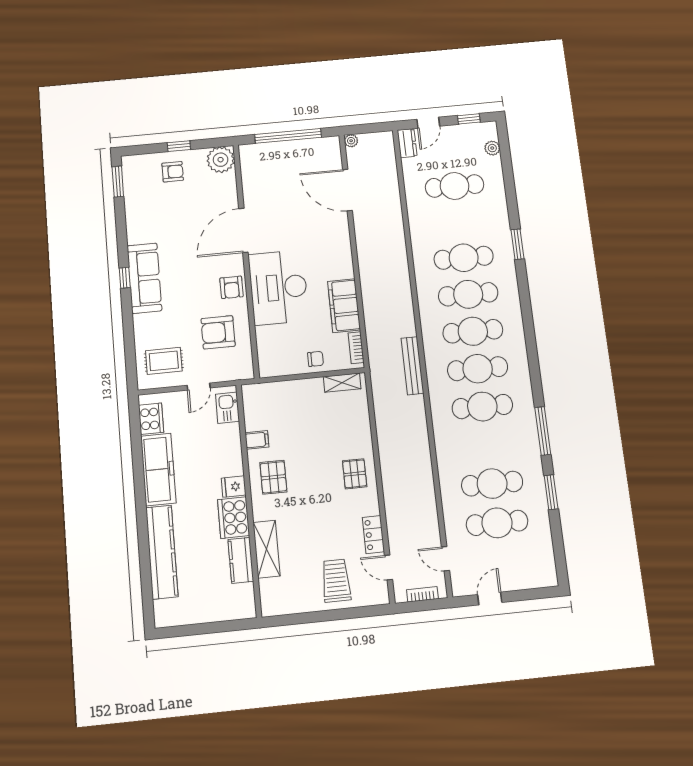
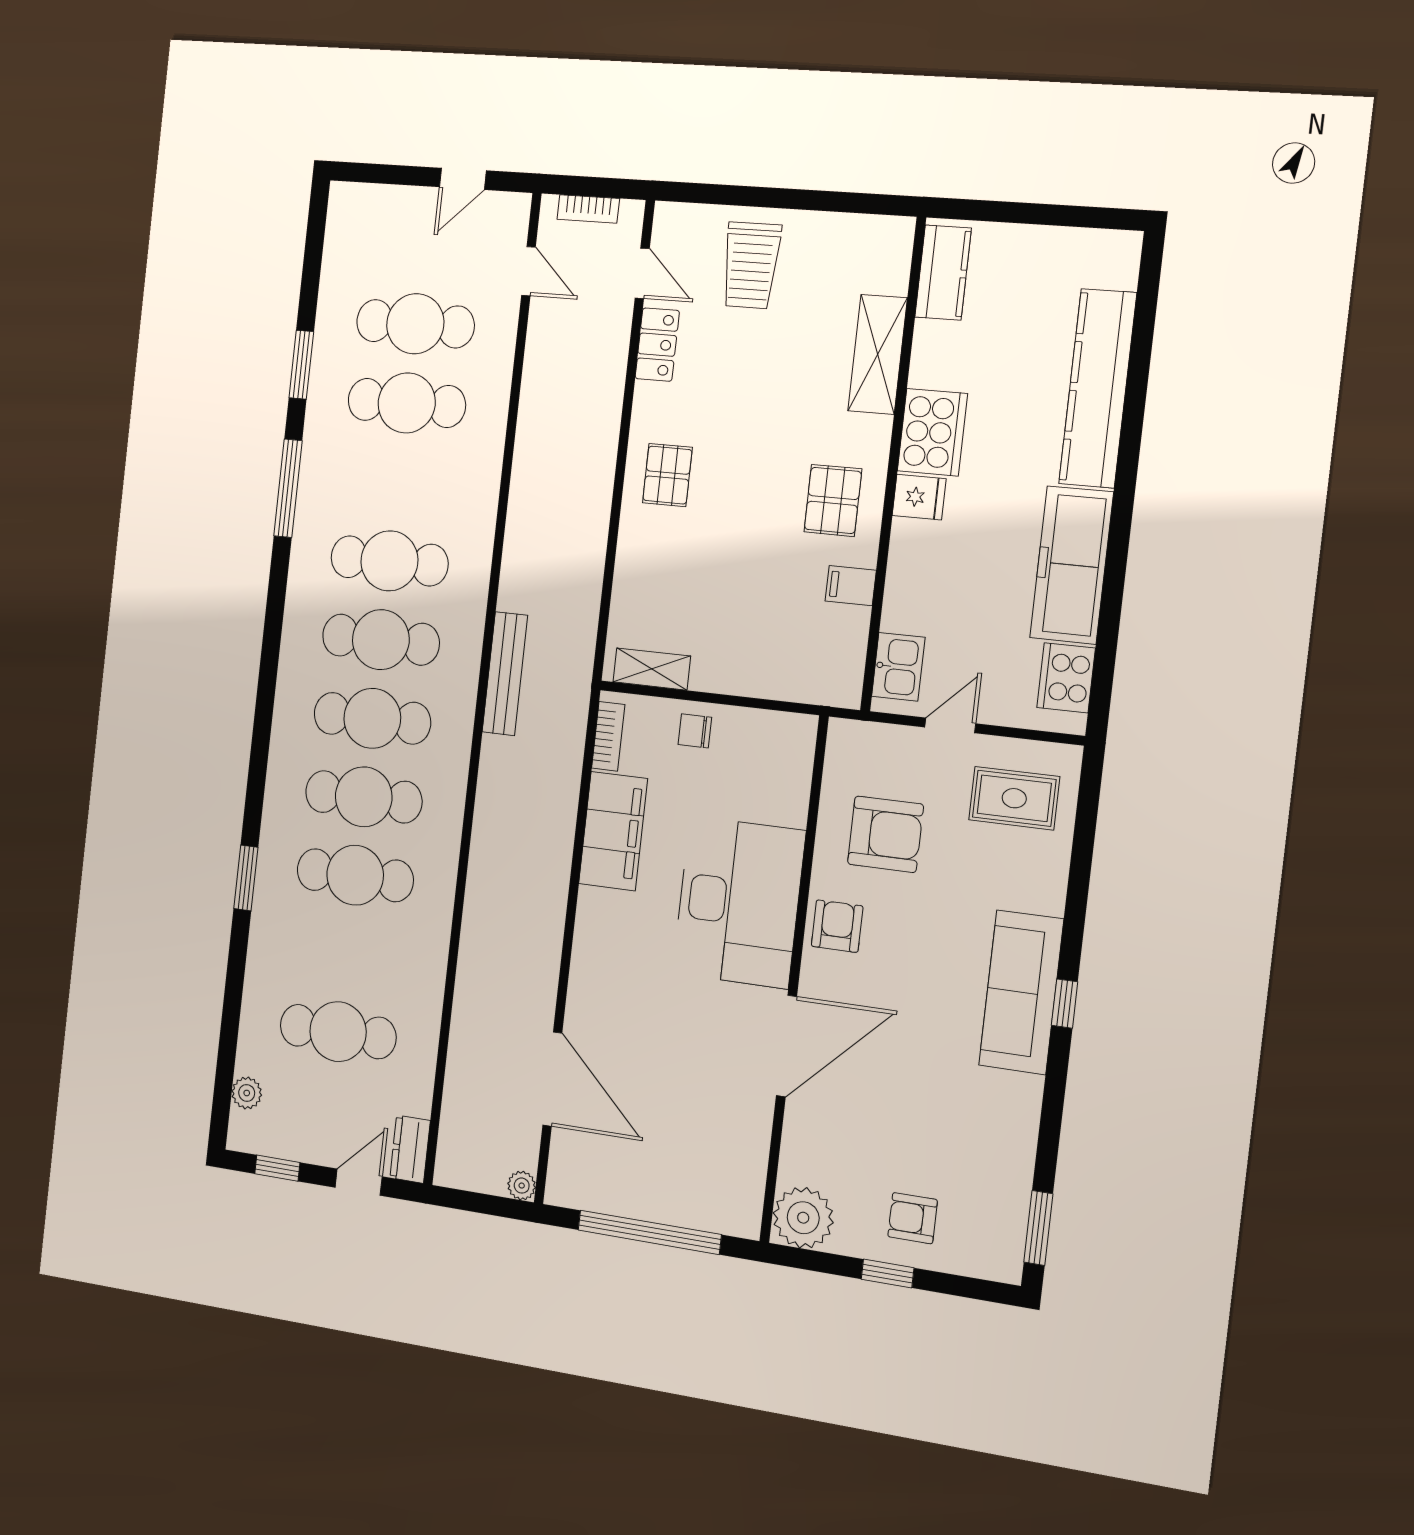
kitchen counter: (241, 560) -> (943, 273), moved

